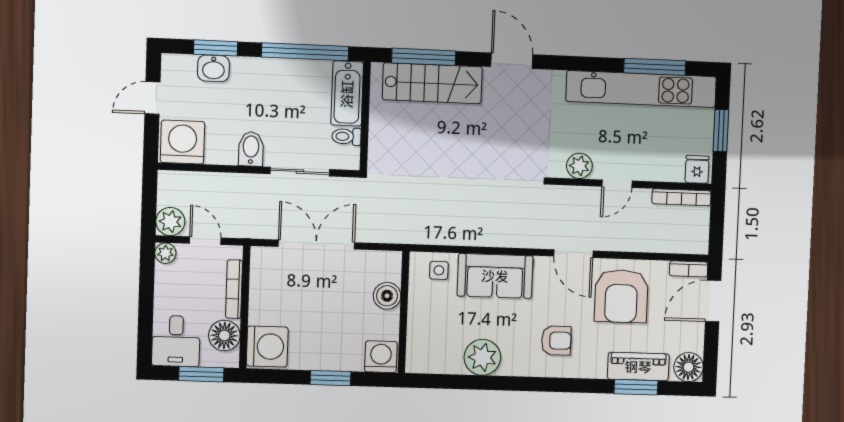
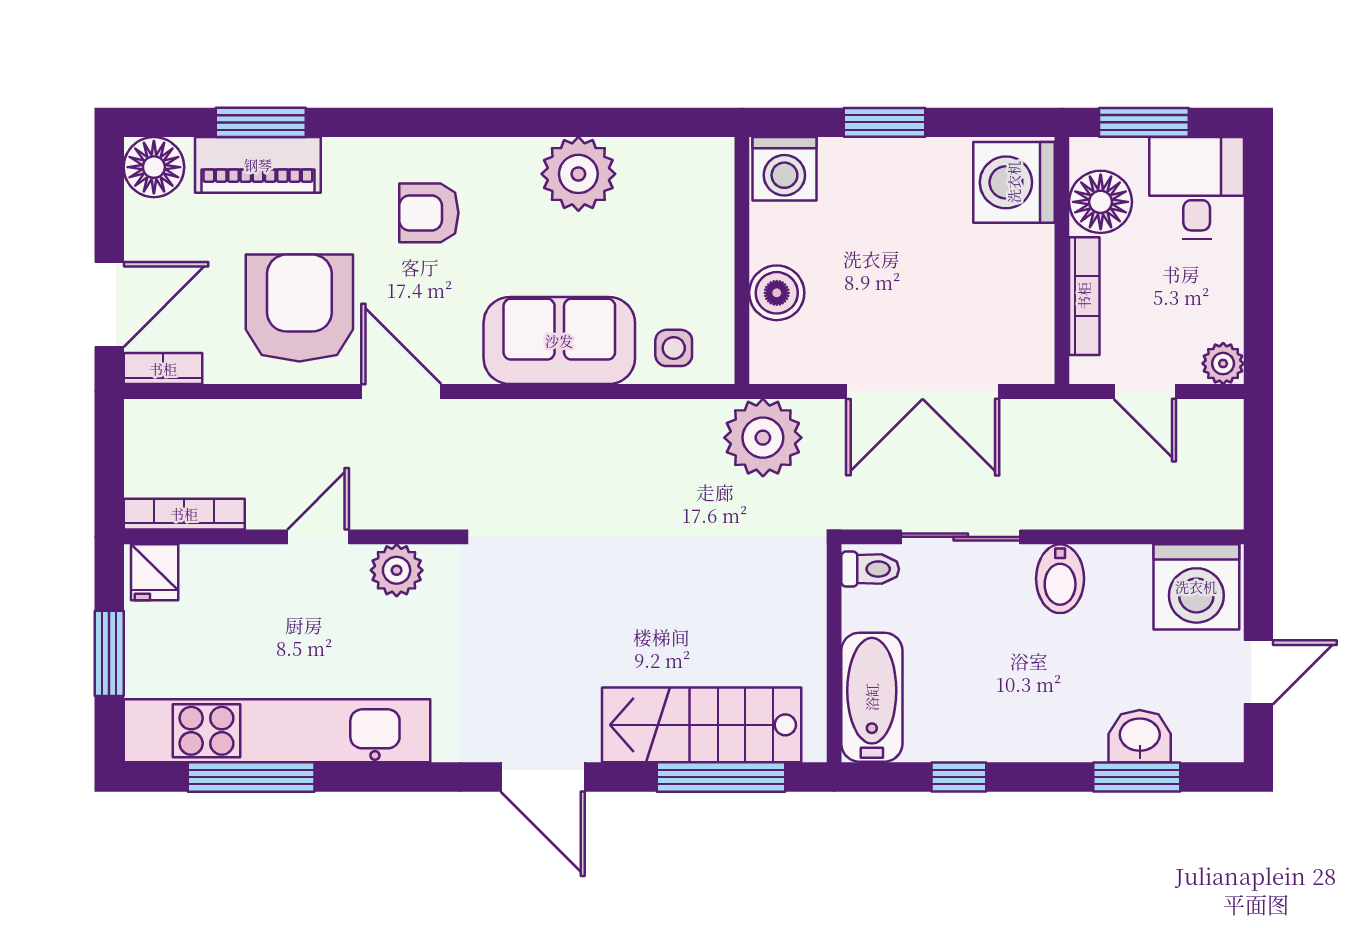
window: (305, 52) -> (959, 777), width x0.32
toilet: (346, 136) -> (870, 569), moved
plant: (170, 222) -> (763, 438), moved, width x1.36, depth x1.36

